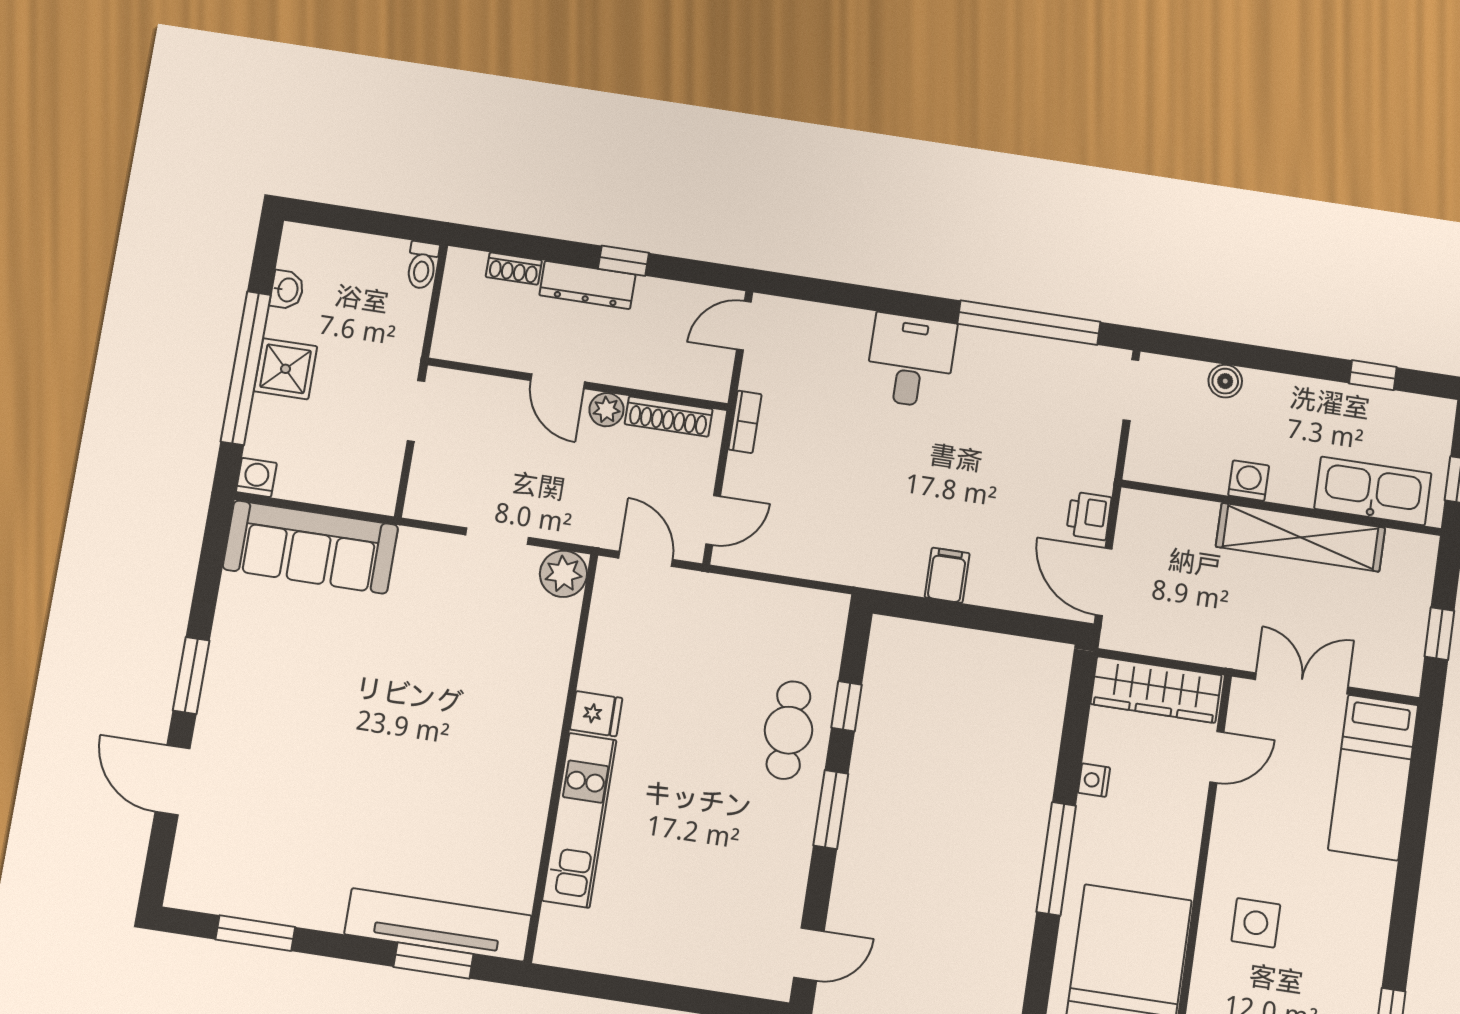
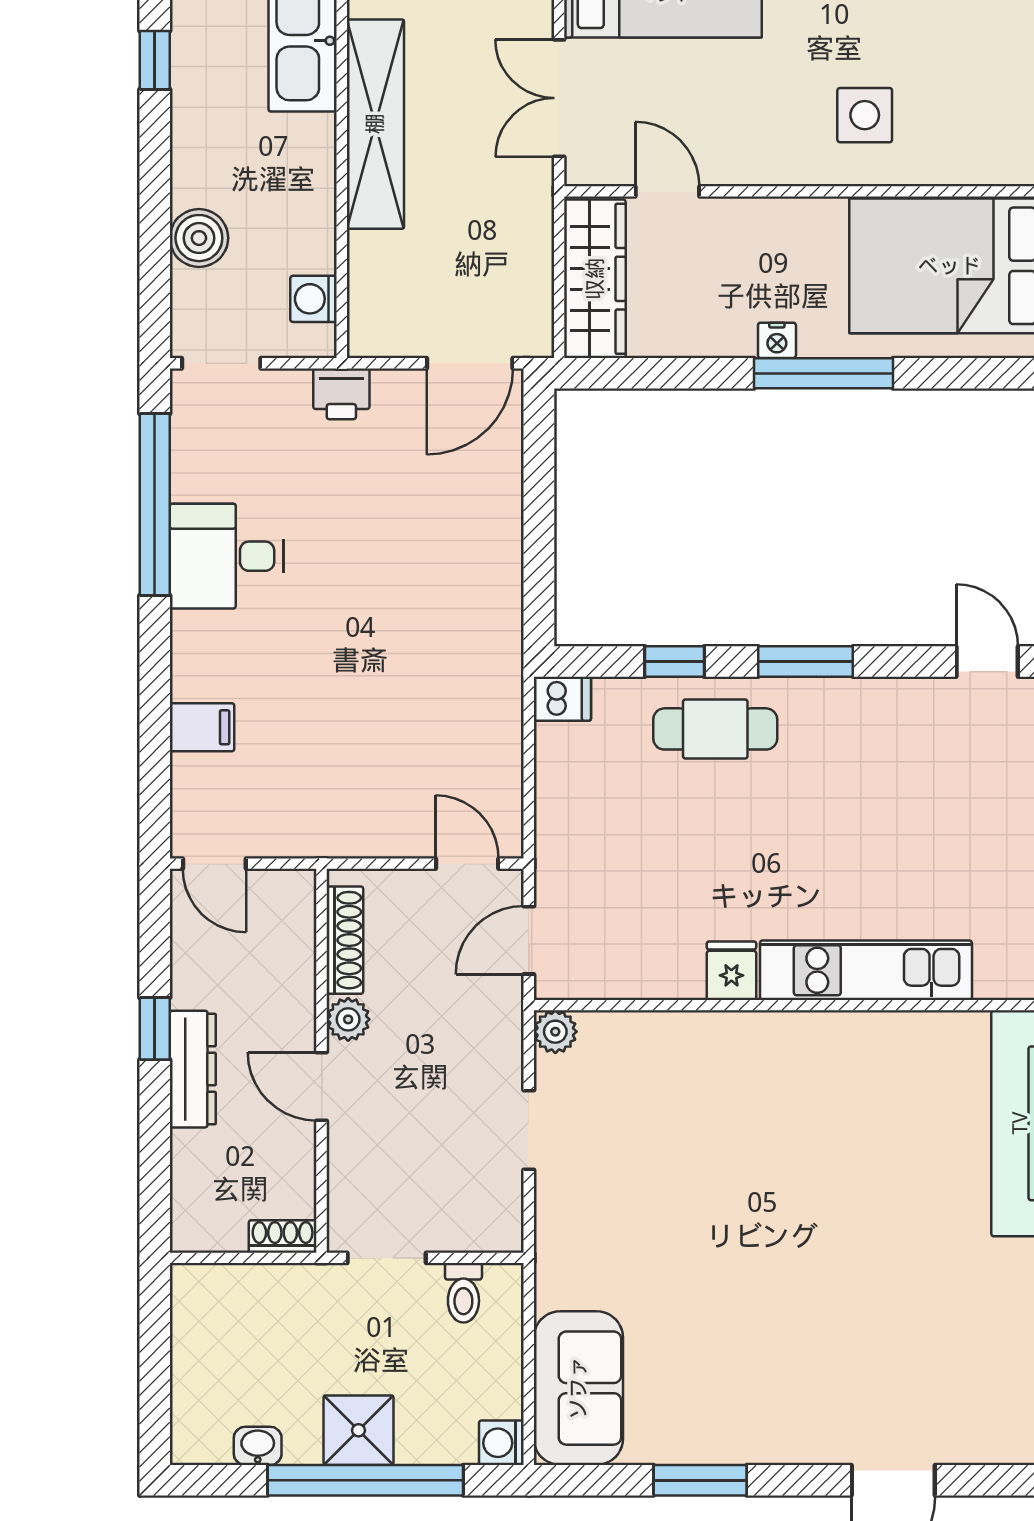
toilet: (422, 265) -> (463, 1293), moved, turned 90
shoe rack: (514, 269) -> (283, 1236), moved, turned -90
desk: (911, 361) -> (227, 556), moved
door: (558, 381) -> (322, 1086), swing flipped
boiler: (1225, 381) -> (199, 238), width x1.36, depth x1.36
bookcase: (745, 422) -> (337, 843), removed
washing machine: (1249, 481) -> (314, 299), moved
printer: (1089, 516) -> (341, 394), moved
sofa: (310, 547) -> (578, 1388), width x0.73
plant: (563, 574) -> (555, 1032), width x0.73, depth x0.73
filing cabinet: (947, 575) -> (202, 727), moved, turned 180
dishwasher: (831, 614) -> (562, 699), added
window: (191, 675) -> (700, 1480), moved
nightstand: (1094, 780) -> (777, 340), moved

